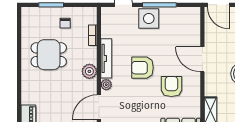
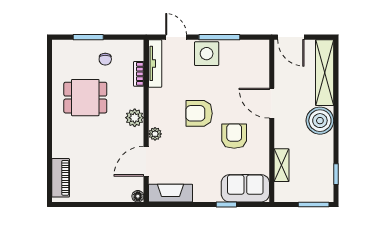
tv unit: (106, 58) -> (155, 63), moved

